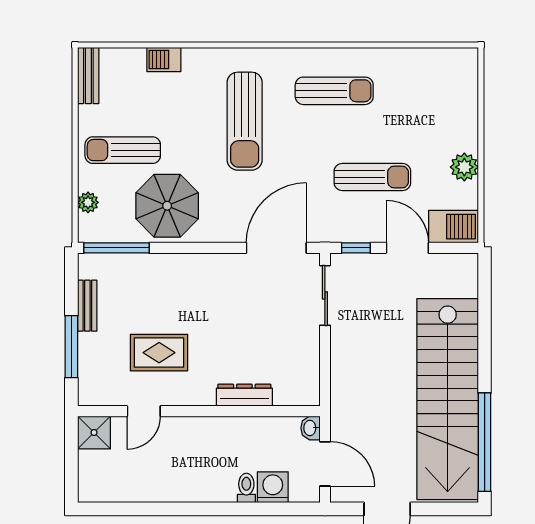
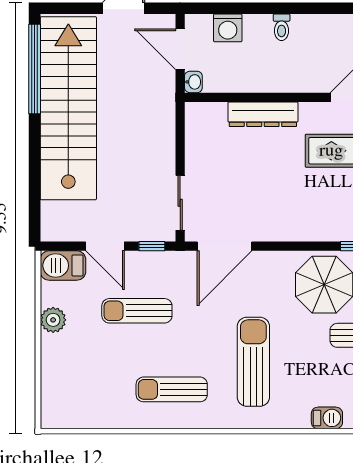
dresser: (244, 395) -> (263, 114), width x1.37, depth x1.24
toilet: (246, 488) -> (282, 27), moved

